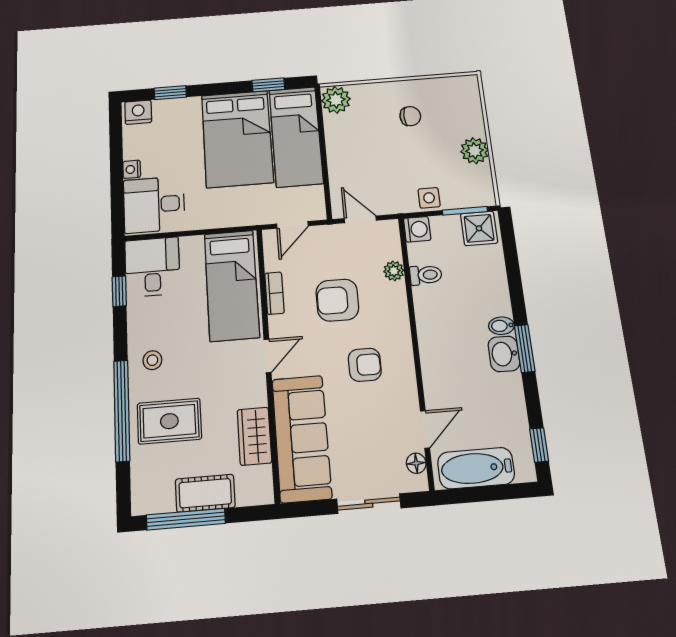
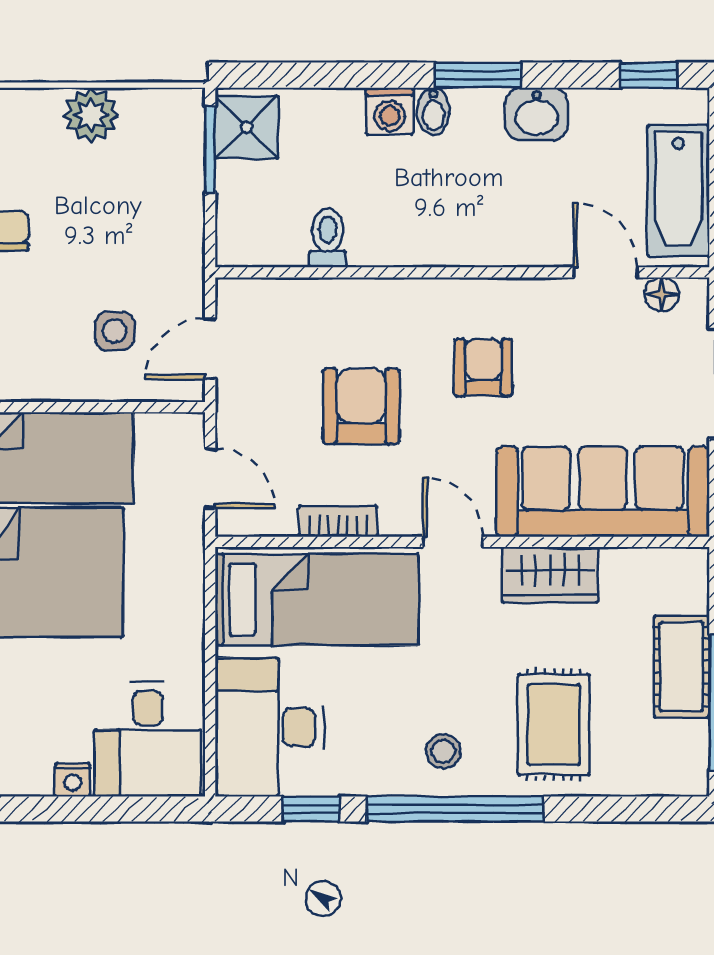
side table: (429, 198) -> (115, 331), moved
washing machine: (417, 229) -> (390, 111), moved, turned 180
desk: (152, 267) -> (270, 727), width x1.37
plant: (394, 271) -> (315, 296), removed
armchair: (337, 300) -> (361, 406), turned 180
washbasin: (504, 354) -> (537, 114), moved
window: (122, 410) -> (455, 809), moved
wardrobe: (254, 436) -> (550, 575), moved

